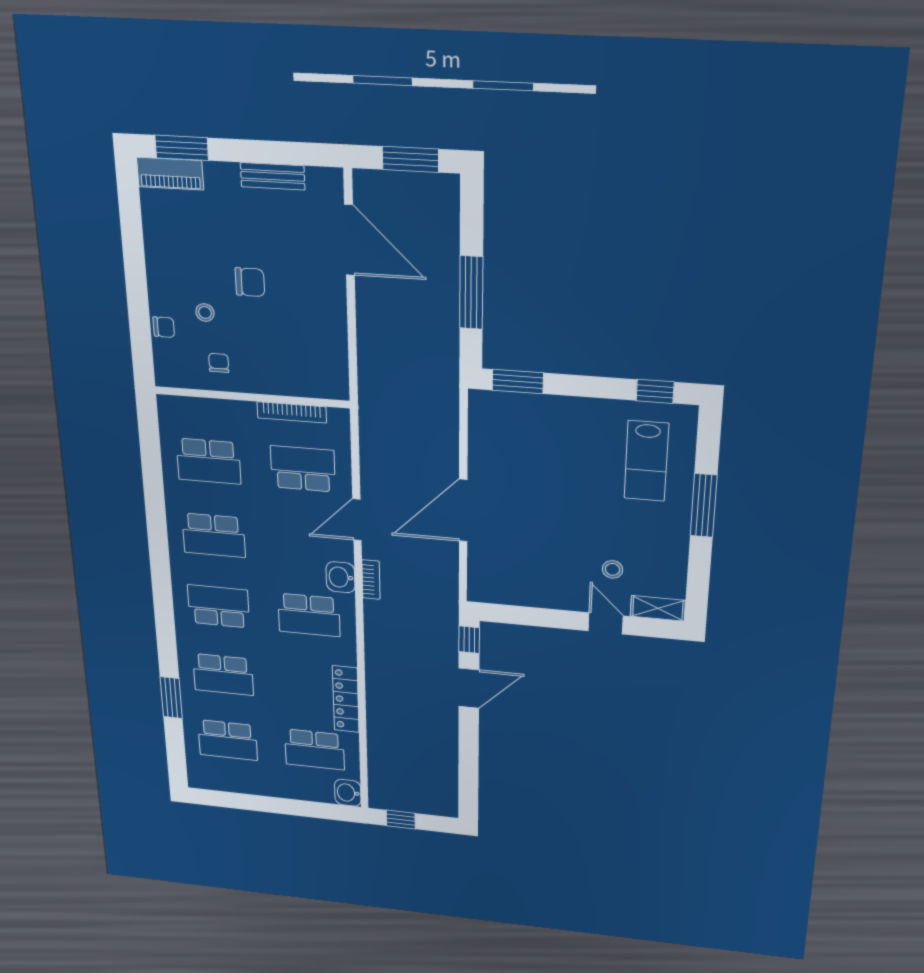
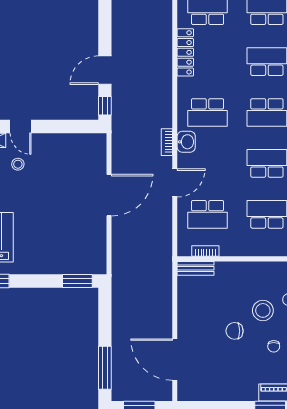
bench: (273, 176) -> (196, 268), moved
window: (471, 293) -> (105, 368), moved
stool: (205, 313) -> (263, 310), width x1.89, depth x1.89
chair: (219, 363) -> (274, 346), moved
bookcase: (292, 412) -> (205, 251), width x0.64
school desk: (309, 615) -> (208, 112), turned 180

